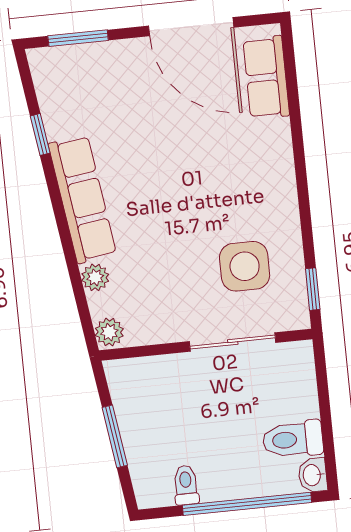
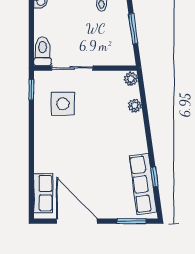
row of seats: (82, 199) -> (143, 184), moved
toilet: (293, 439) -> (43, 51), moved, turned -90

